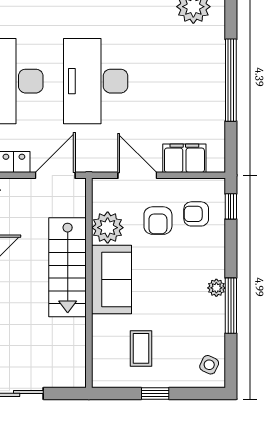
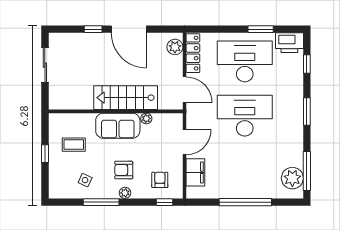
armchair: (158, 221) -> (124, 170), moved
plant: (108, 228) -> (146, 118), width x0.53, depth x0.53
plant: (216, 288) -> (125, 193), moved
side table: (209, 365) -> (85, 180), moved

